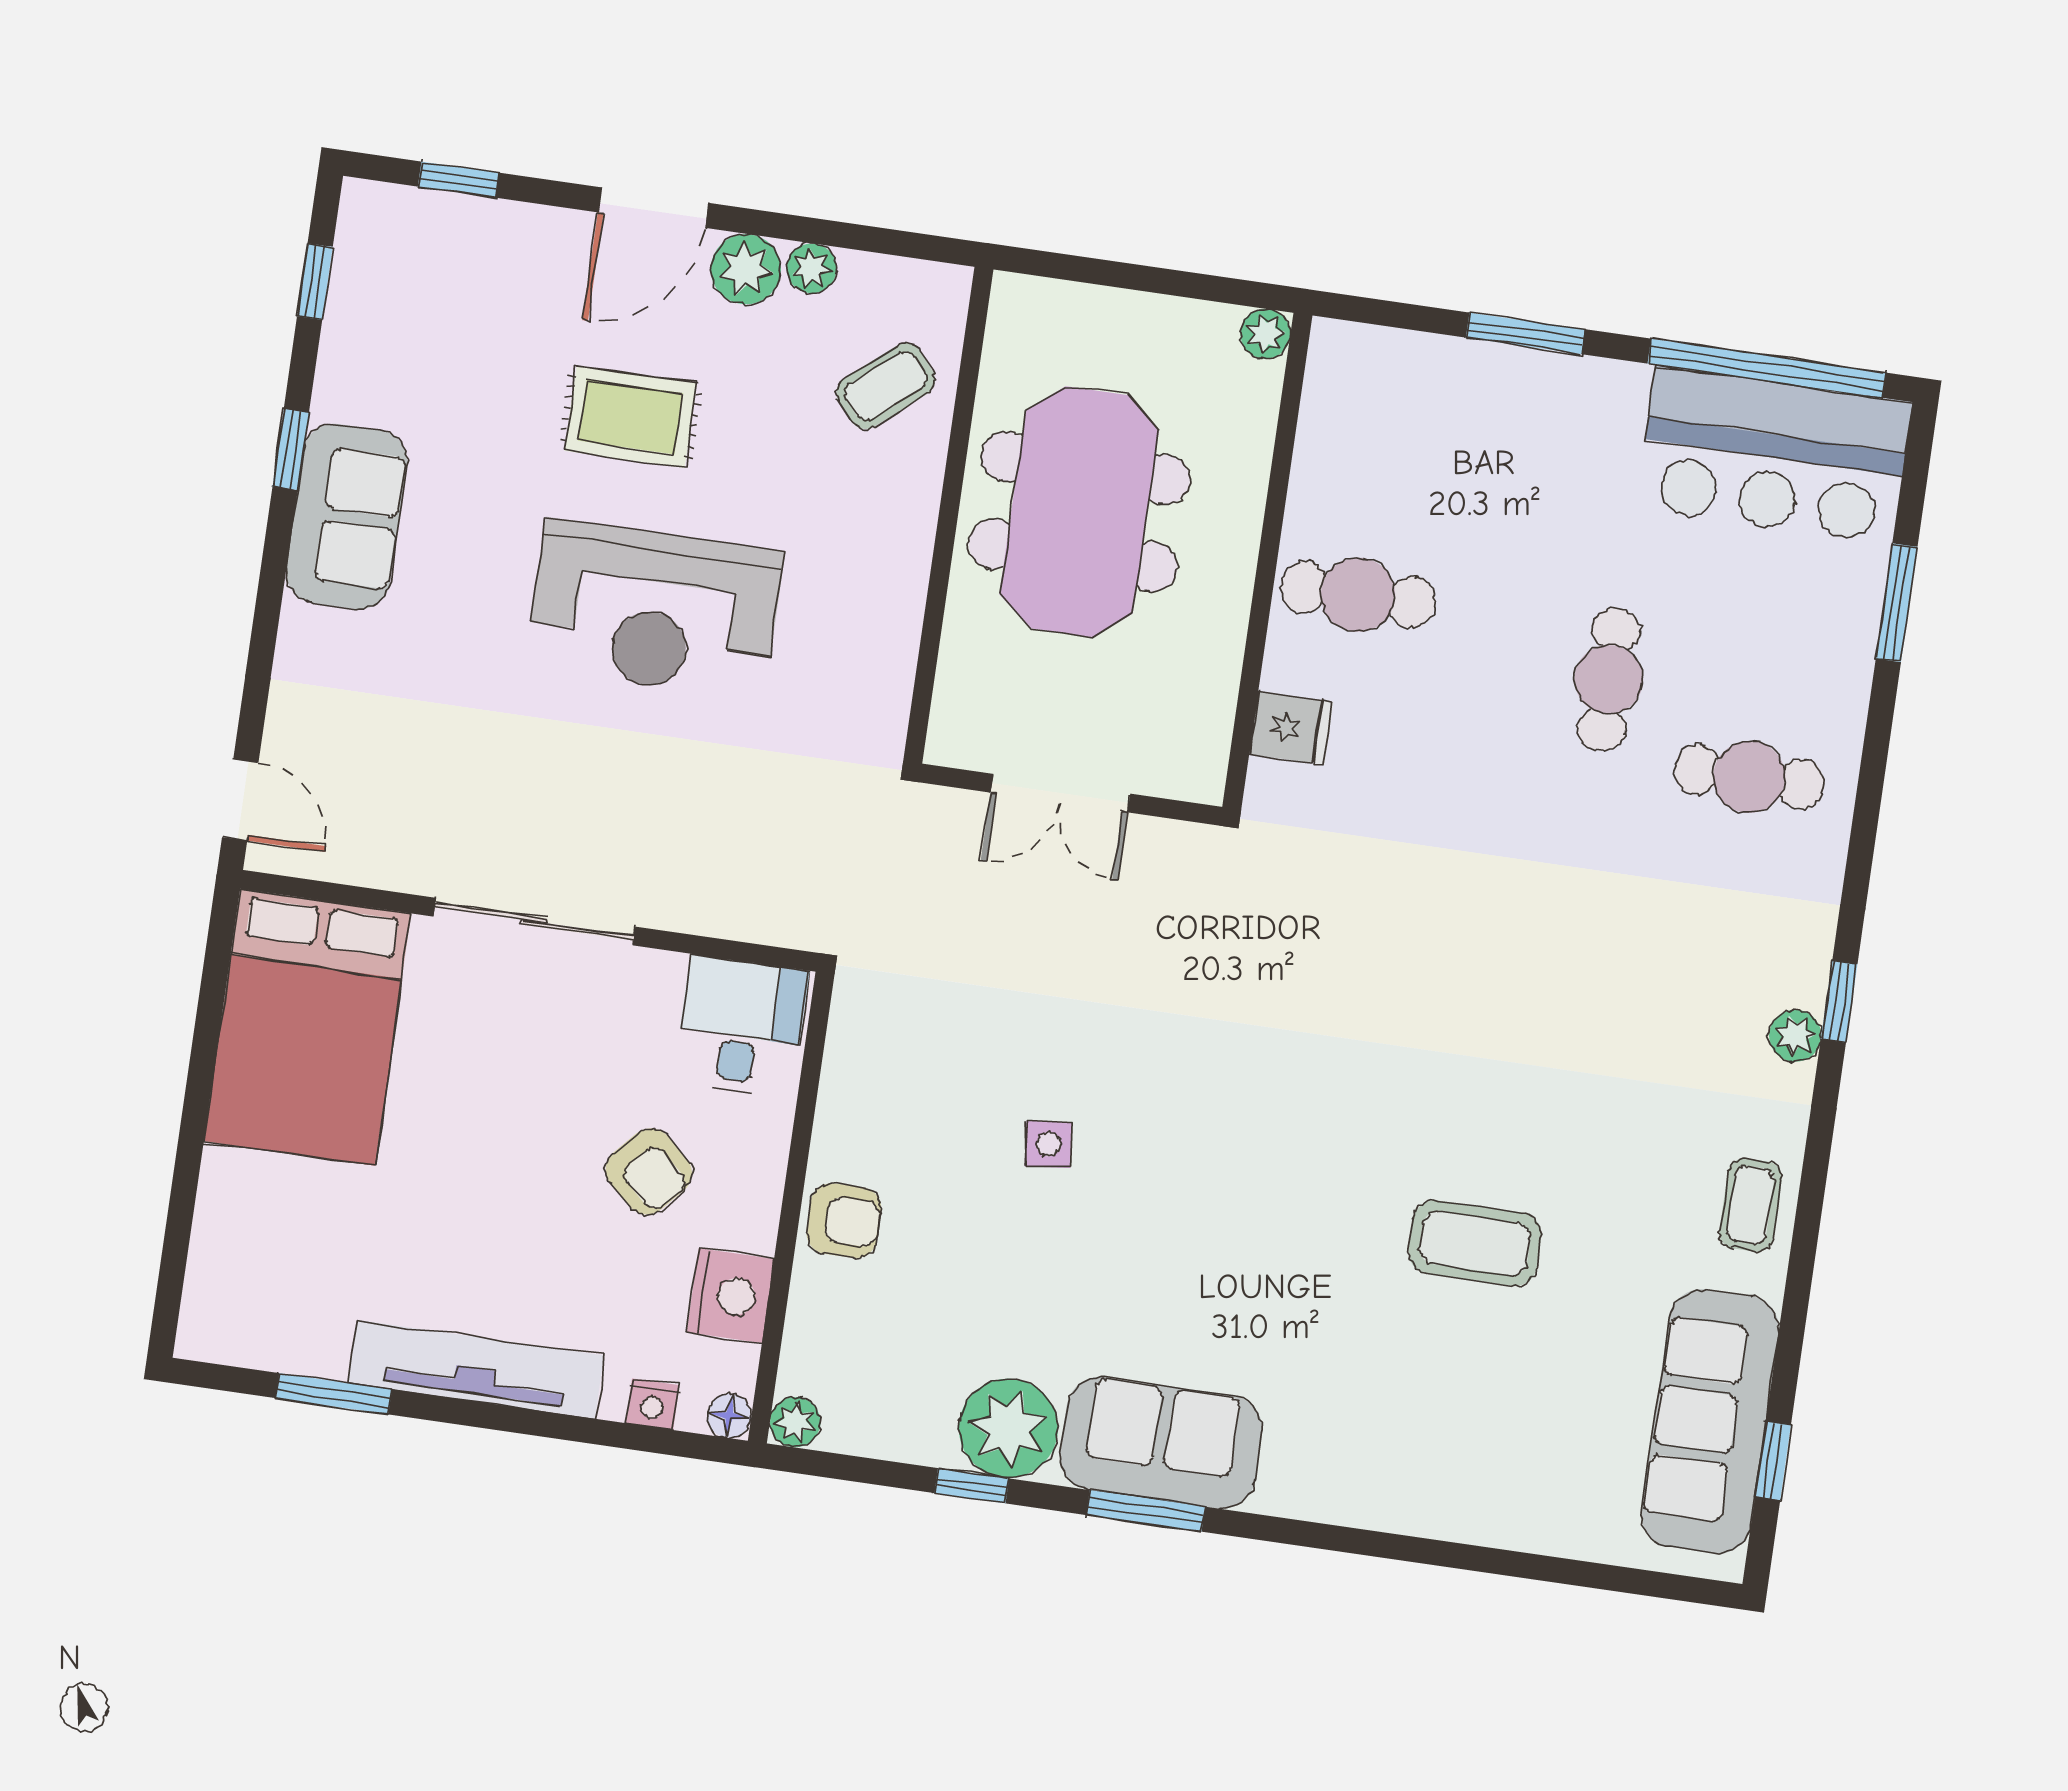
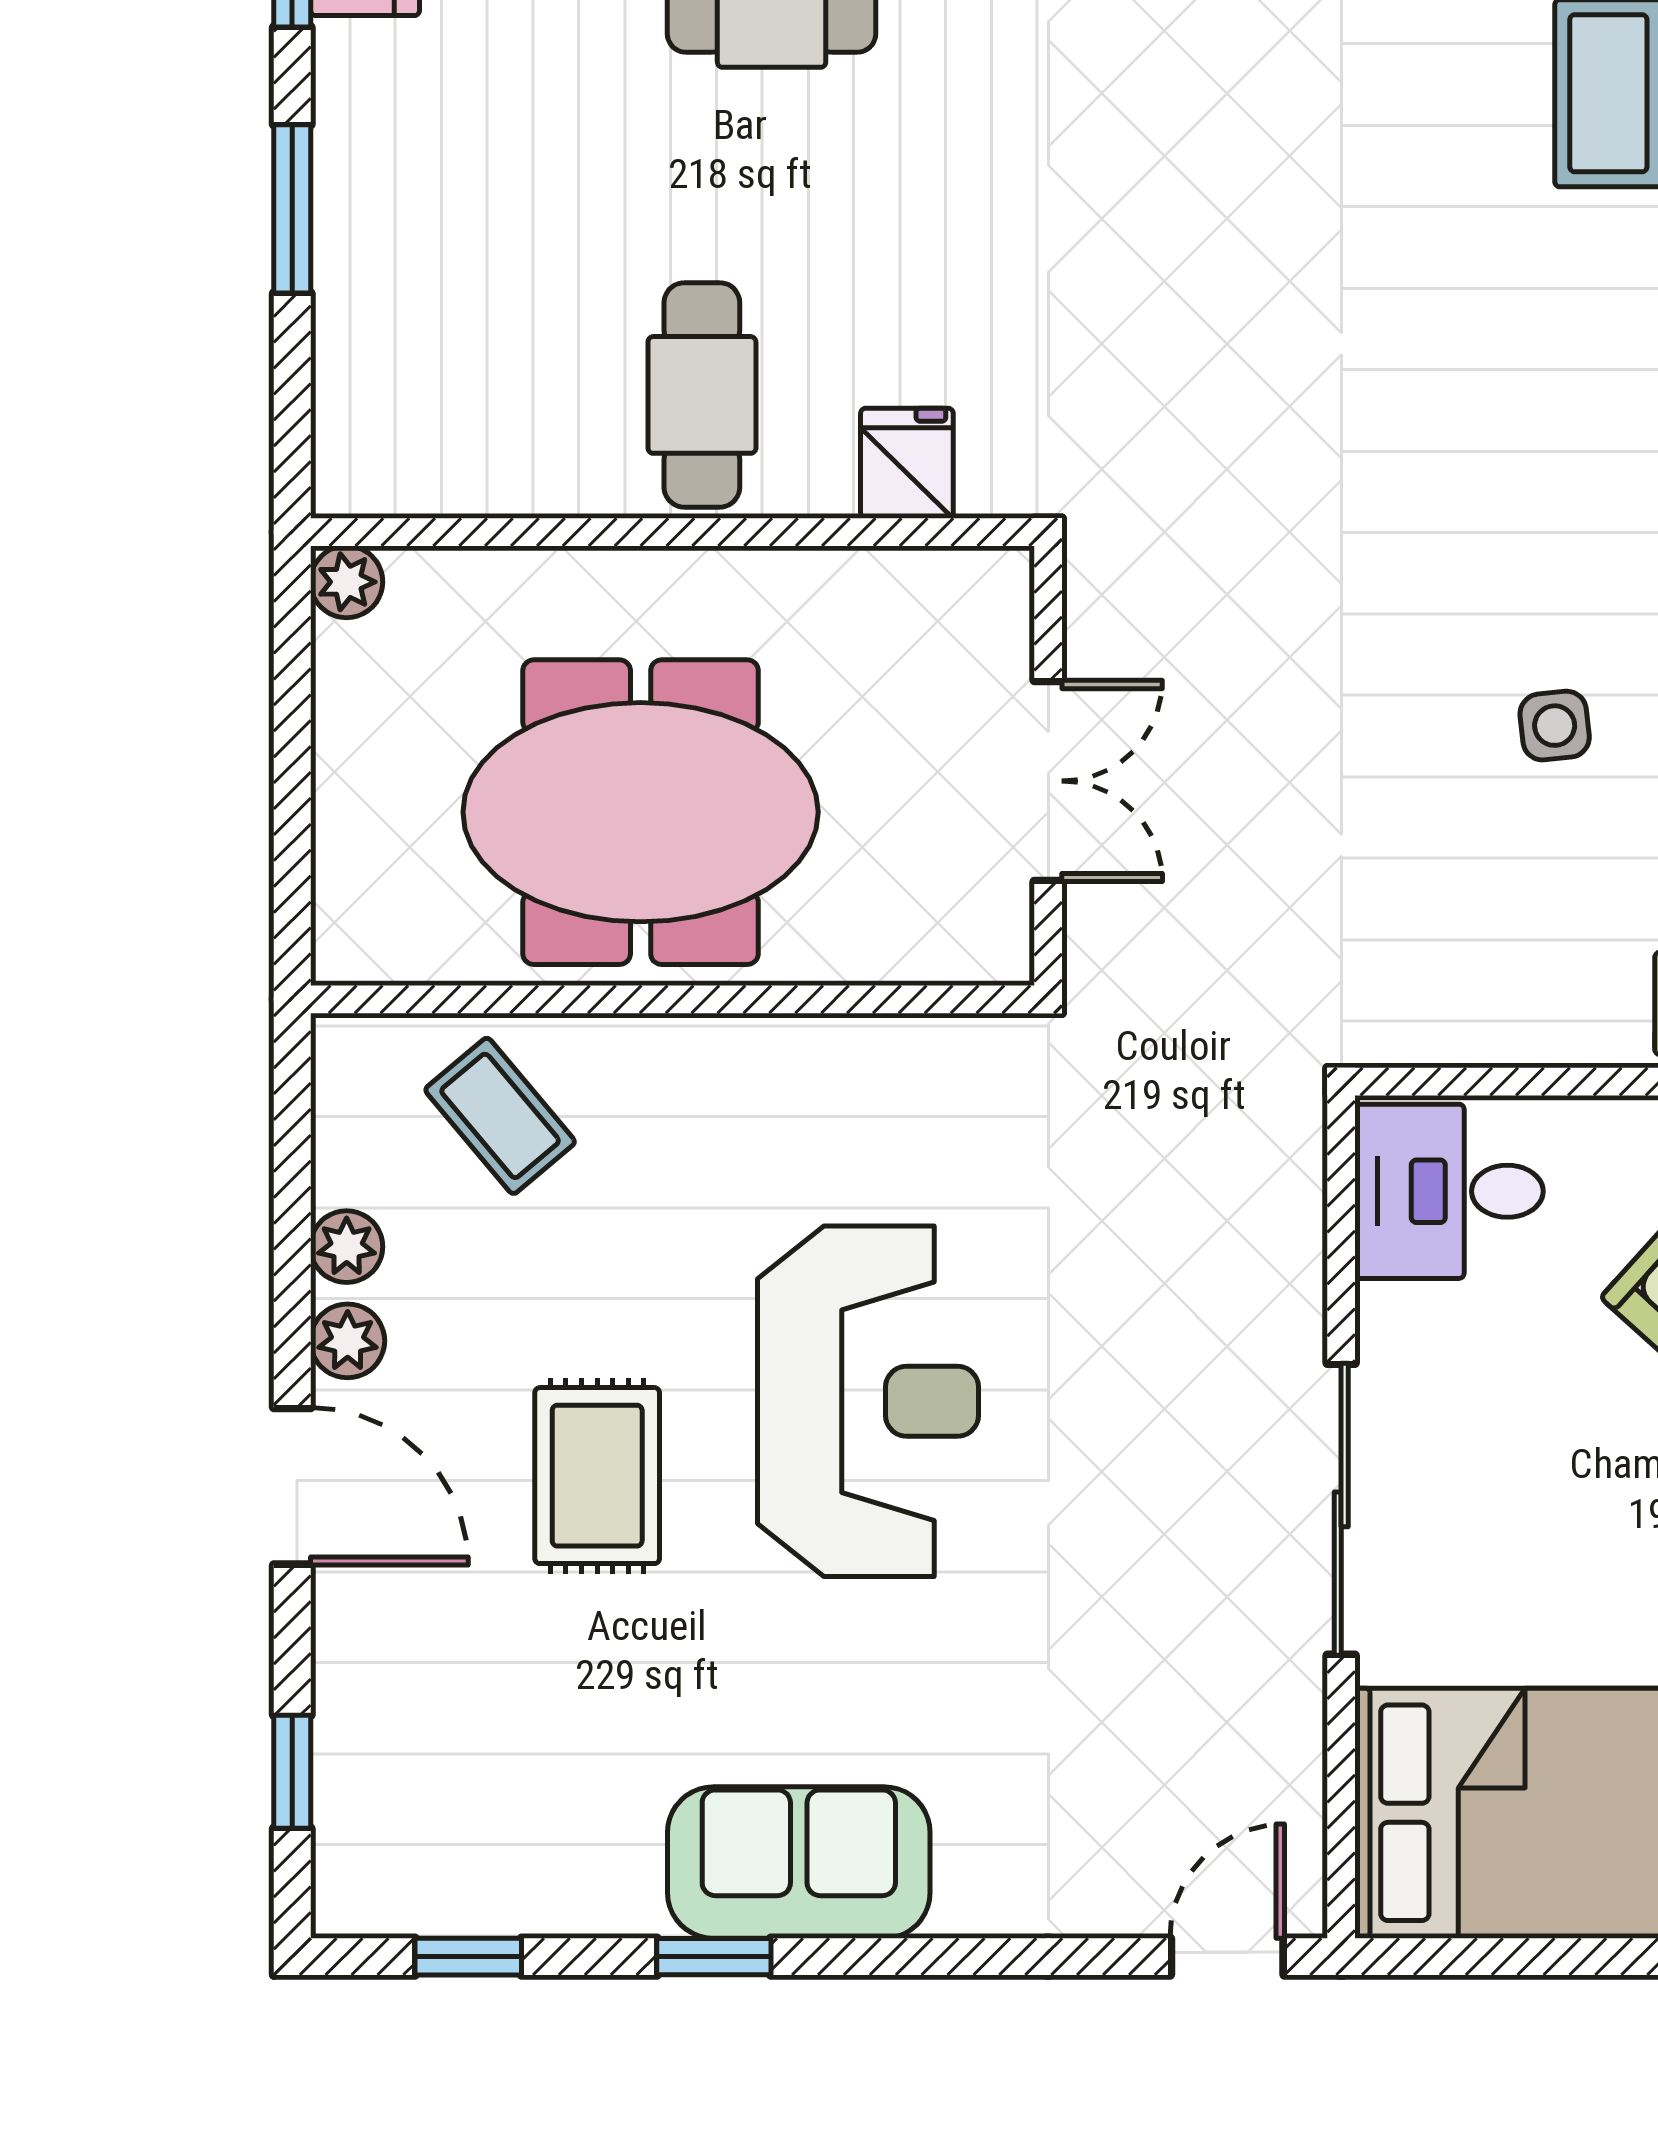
plant: (746, 269) -> (348, 1341), width x0.73, depth x0.73

